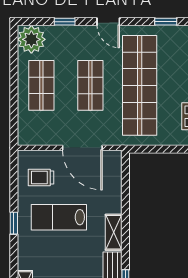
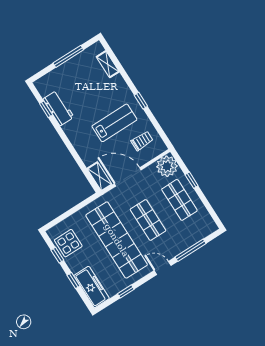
window: (65, 22) -> (190, 250), width x2.17
plant: (31, 39) -> (167, 166), moved
window: (14, 99) -> (192, 180), added
shelving: (114, 232) -> (99, 177), moved

